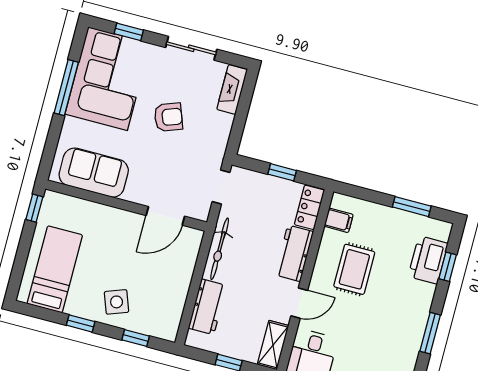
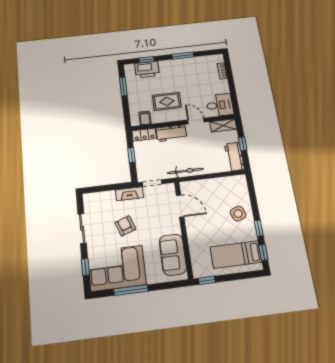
fireplace: (232, 90) -> (129, 194), moved
workbench: (208, 307) -> (234, 157), moved, turned -90
window: (136, 338) -> (263, 252), moved

